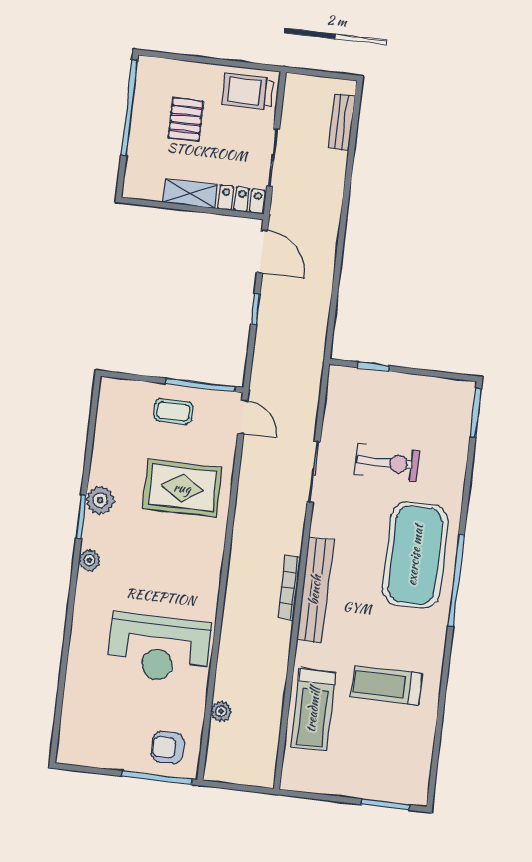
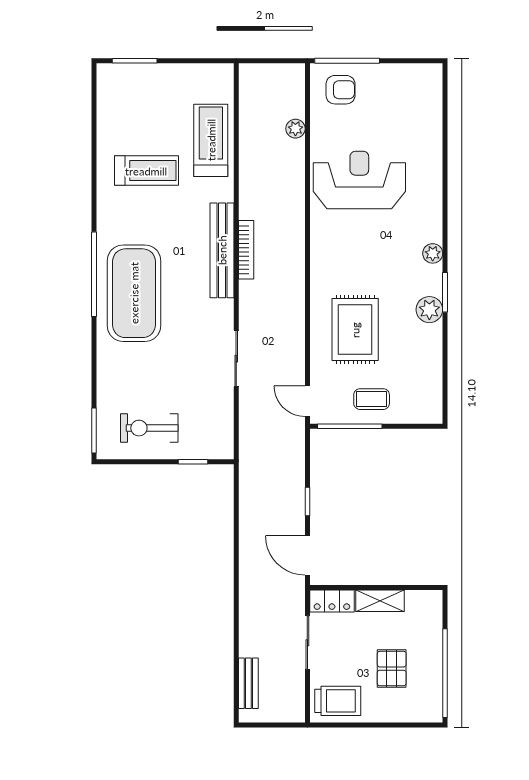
exercise bike: (387, 463) -> (149, 428), moved
rug: (182, 488) -> (355, 330), turned 90

